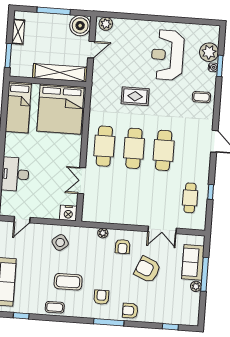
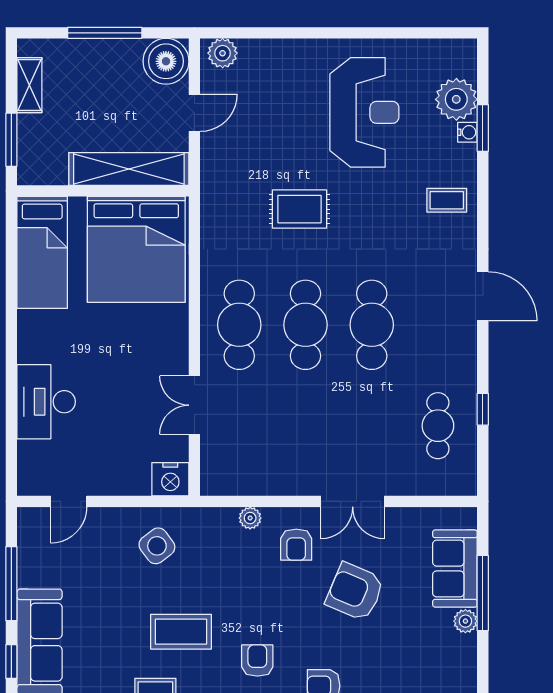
reception desk: (167, 55) -> (364, 112), turned 180
double door: (162, 230) -> (353, 501), moved

